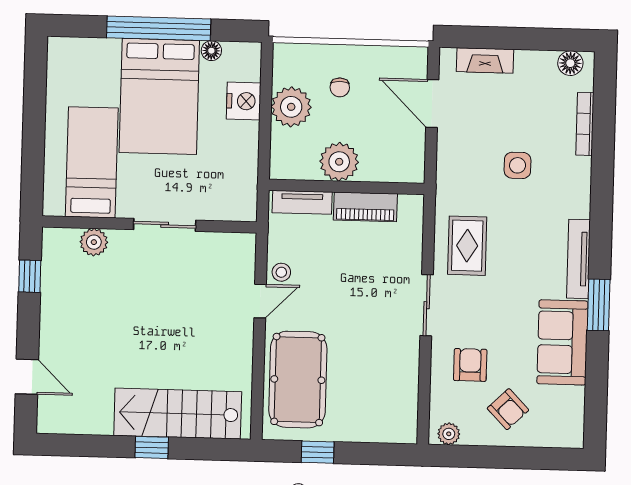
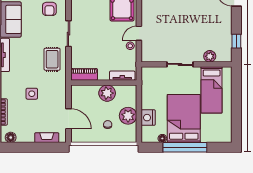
piano: (365, 207) -> (84, 74), moved

